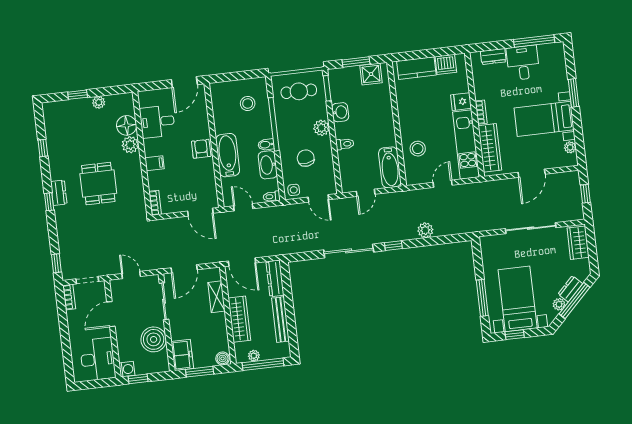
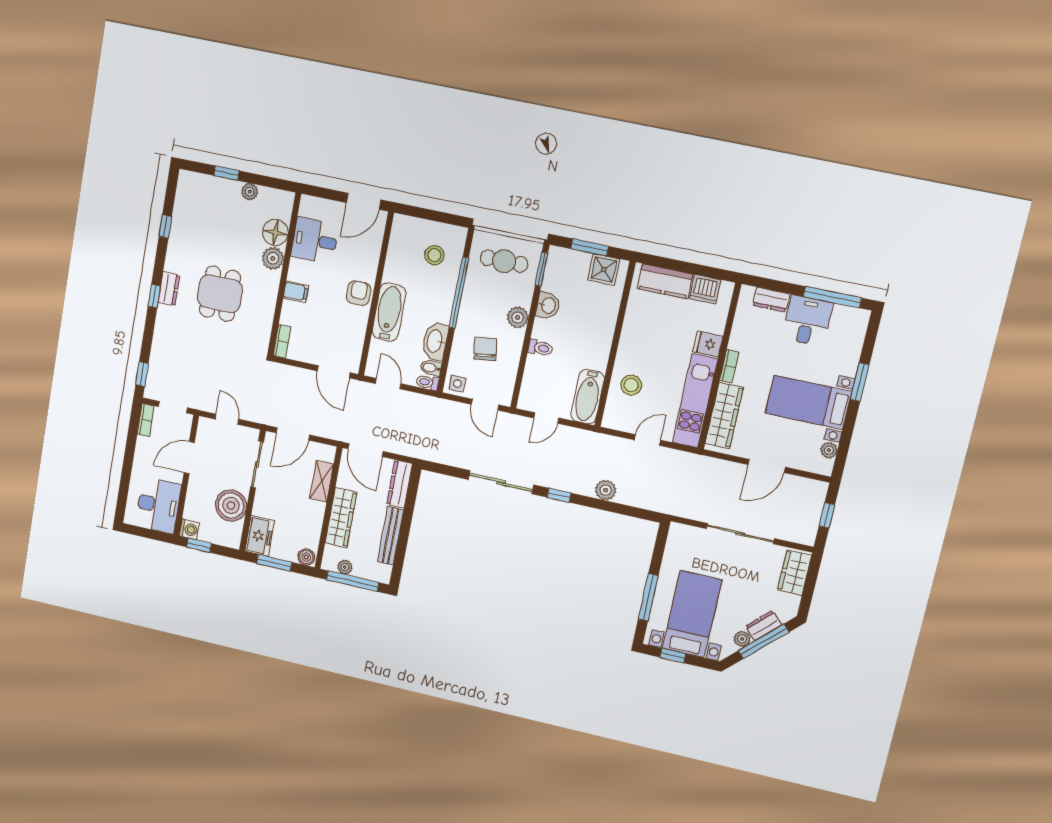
bidet: (266, 145) -> (431, 368), moved

